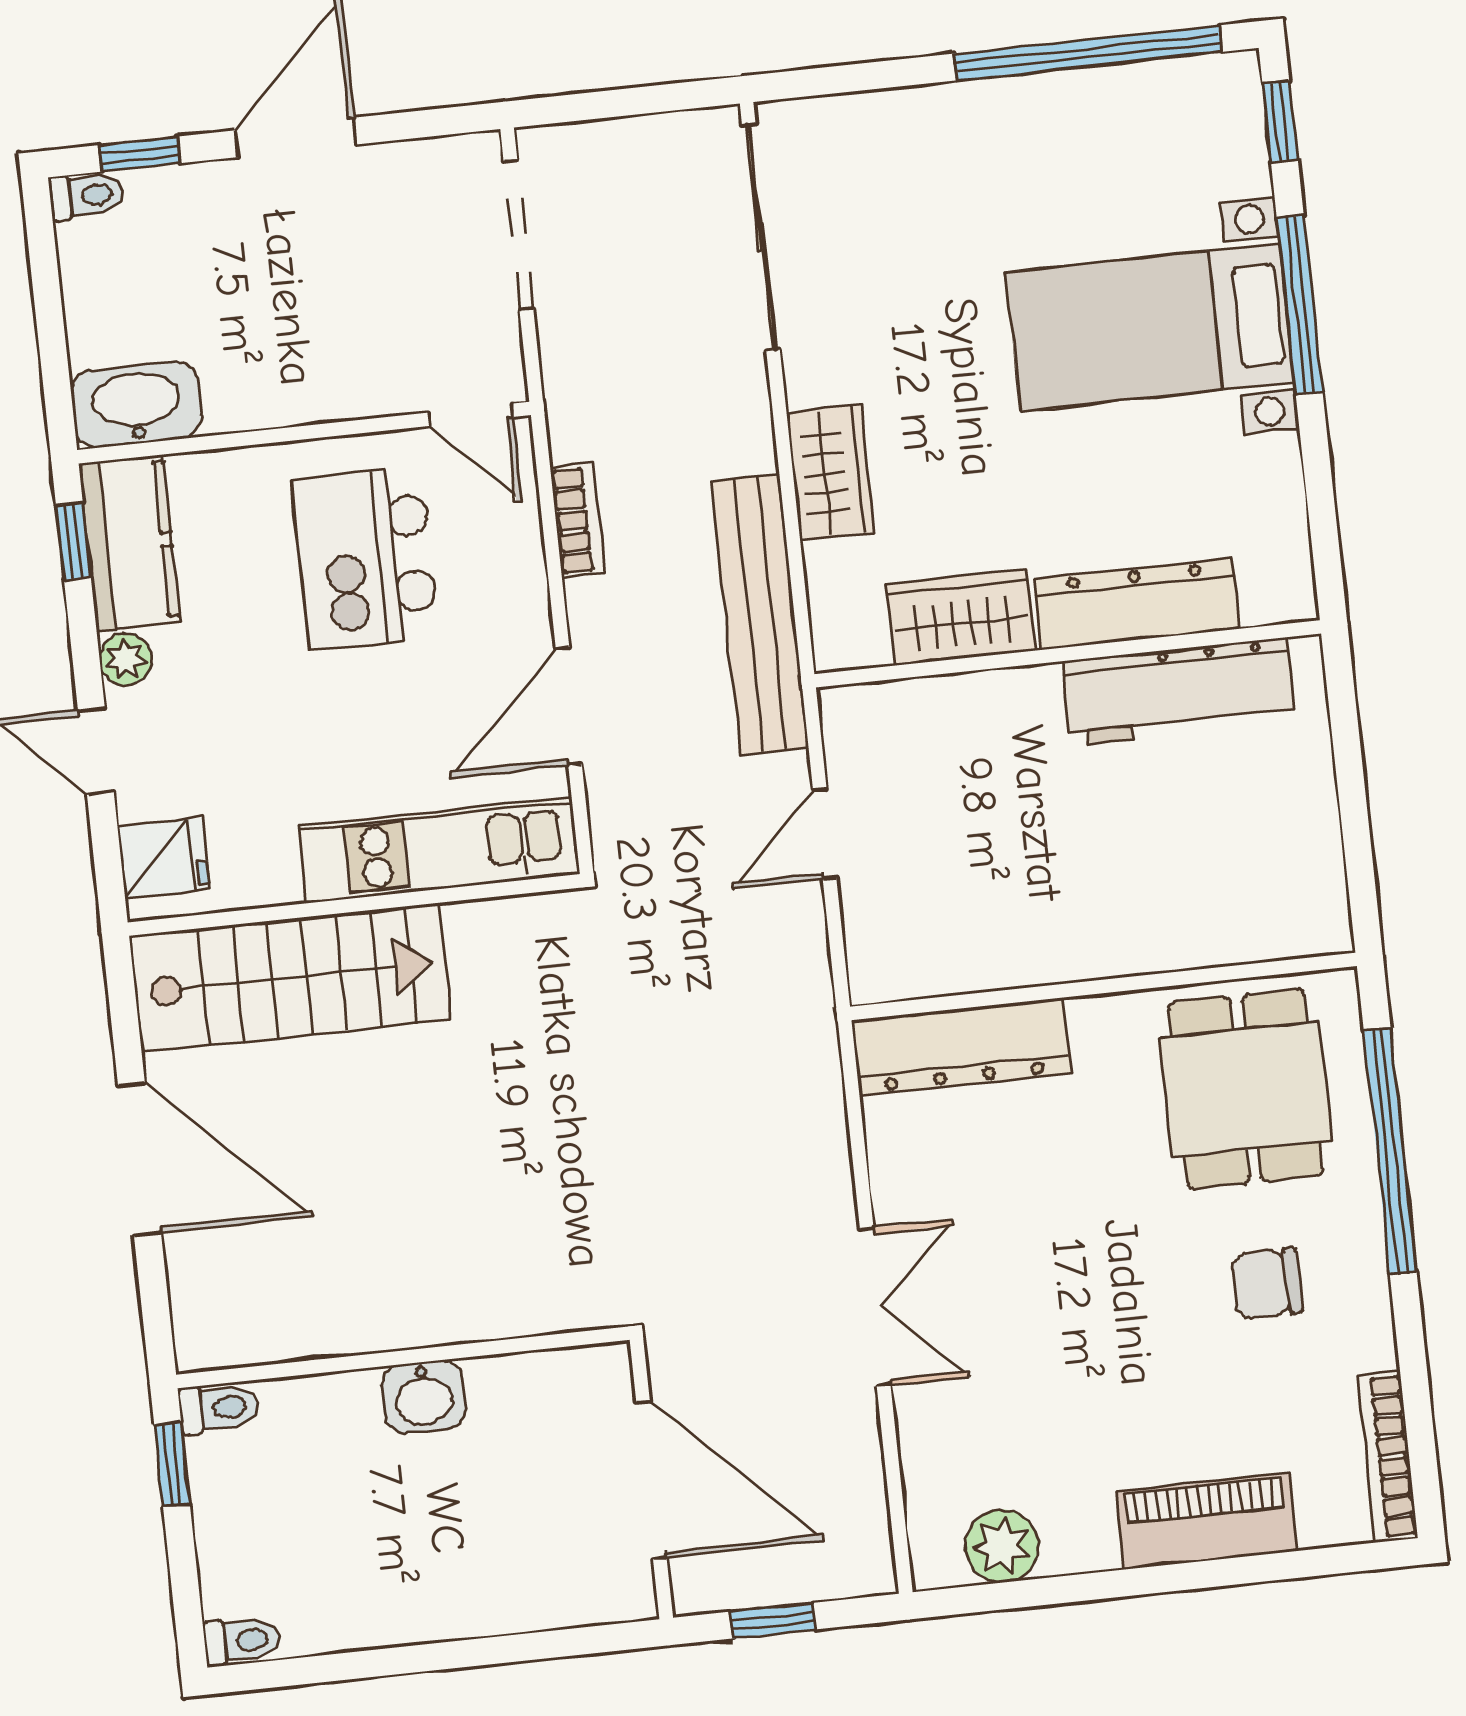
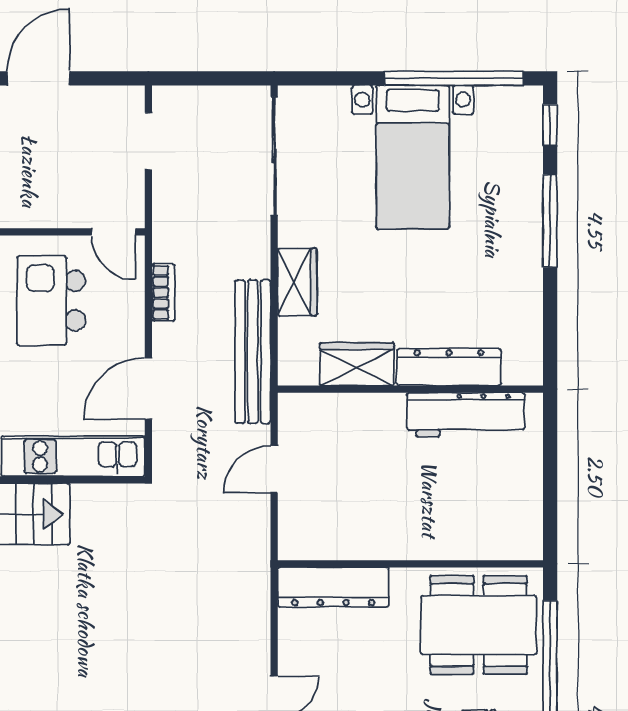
doorway: (518, 235) -> (148, 141), width x0.73
bed with nightstands: (1150, 327) -> (413, 157), moved, turned -90
dining table: (1246, 1089) -> (479, 625), width x1.37

